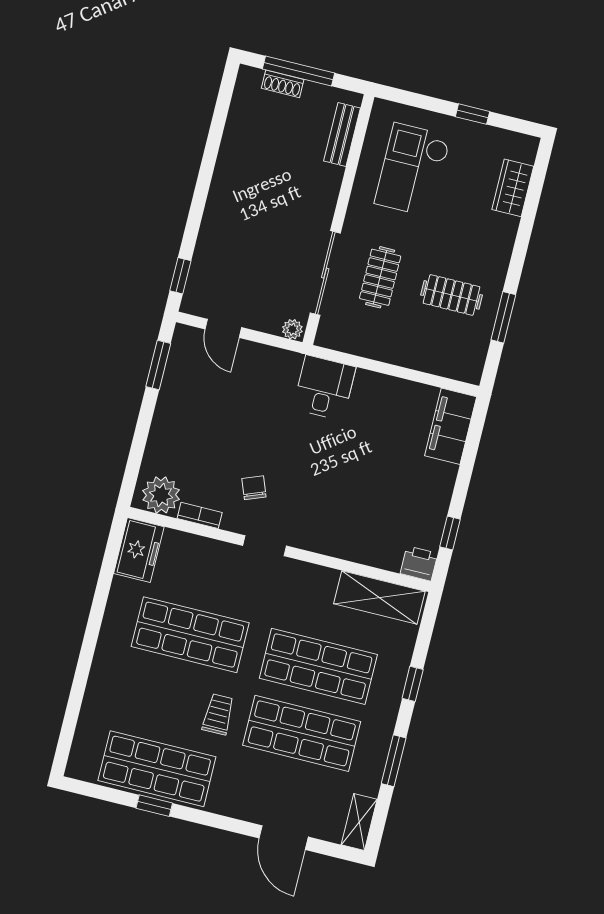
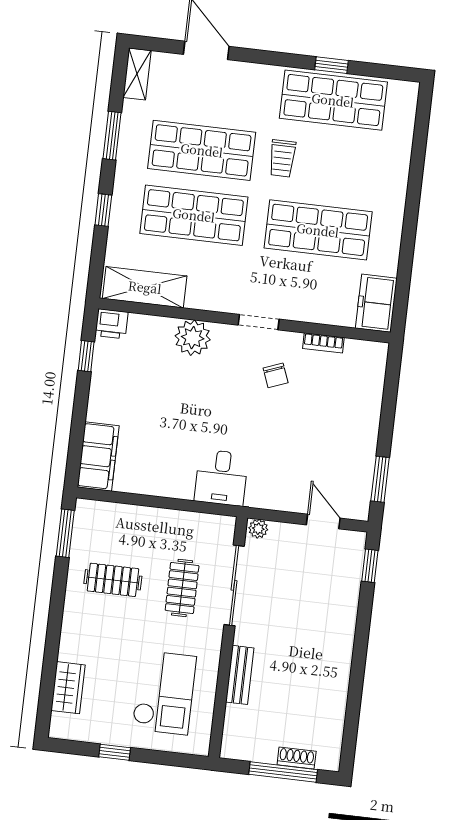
bench: (342, 134) -> (240, 675), moved
window: (503, 317) -> (65, 533), moved
plant: (161, 495) -> (193, 338), moved

